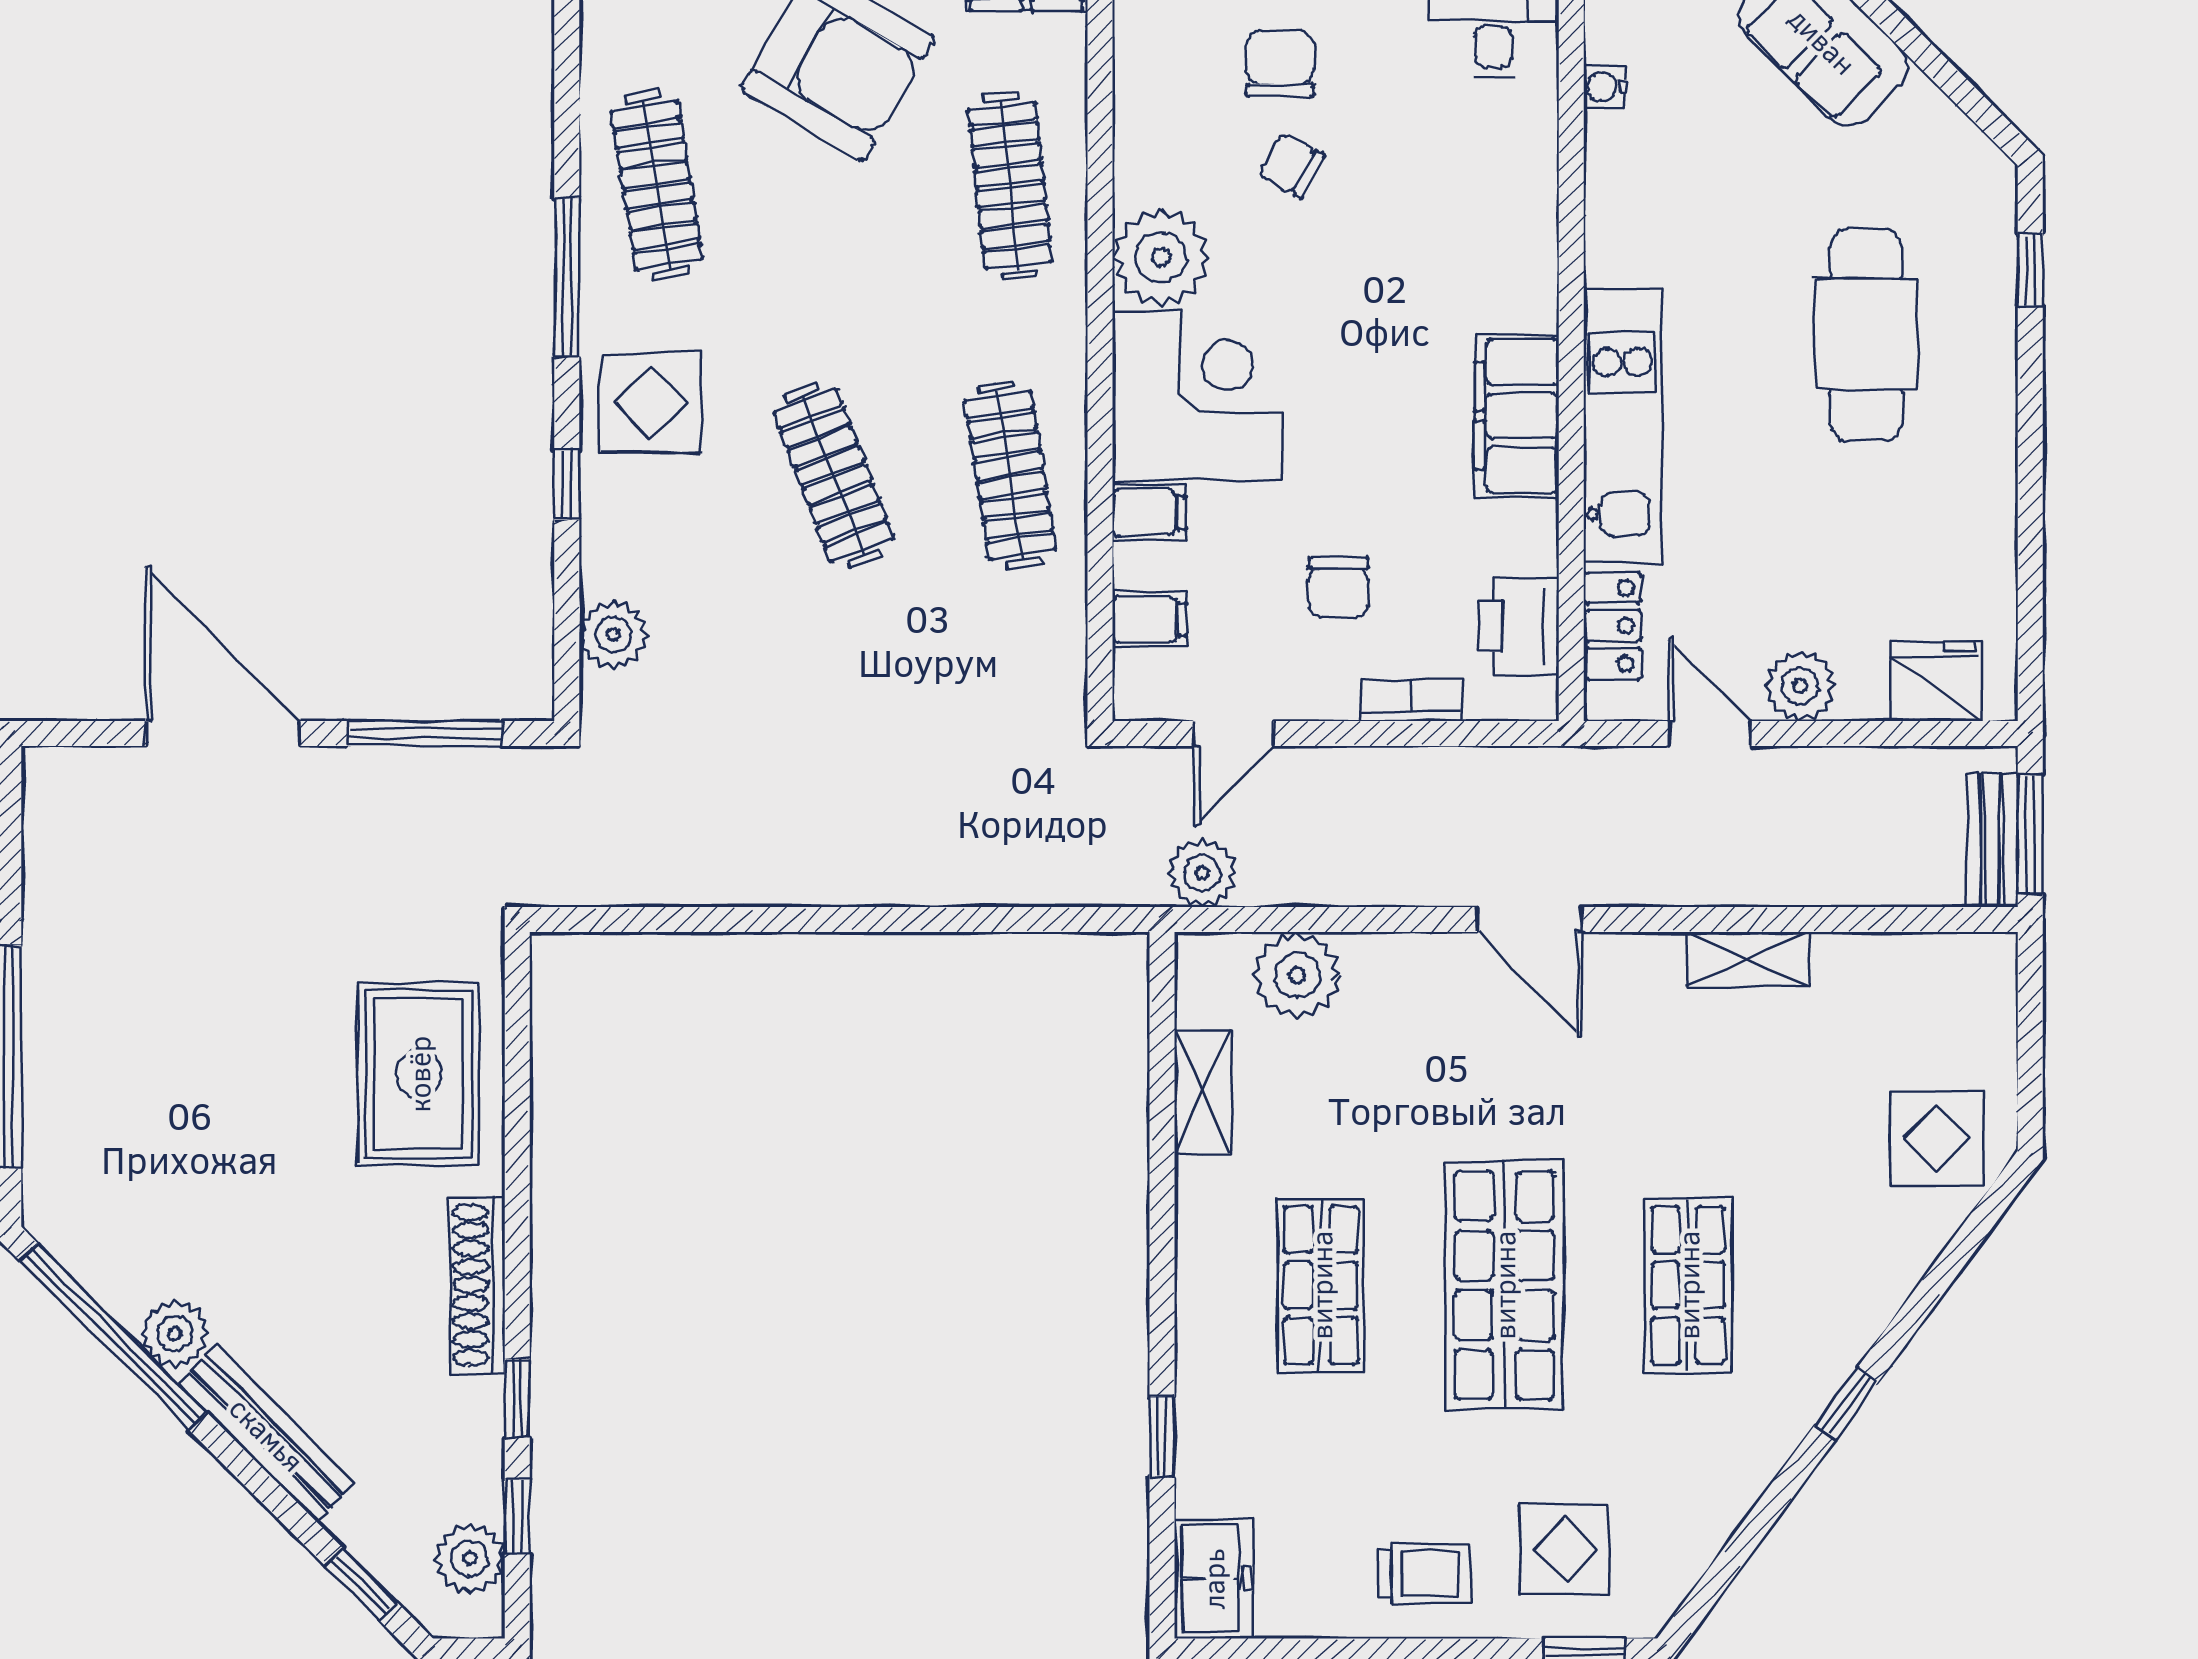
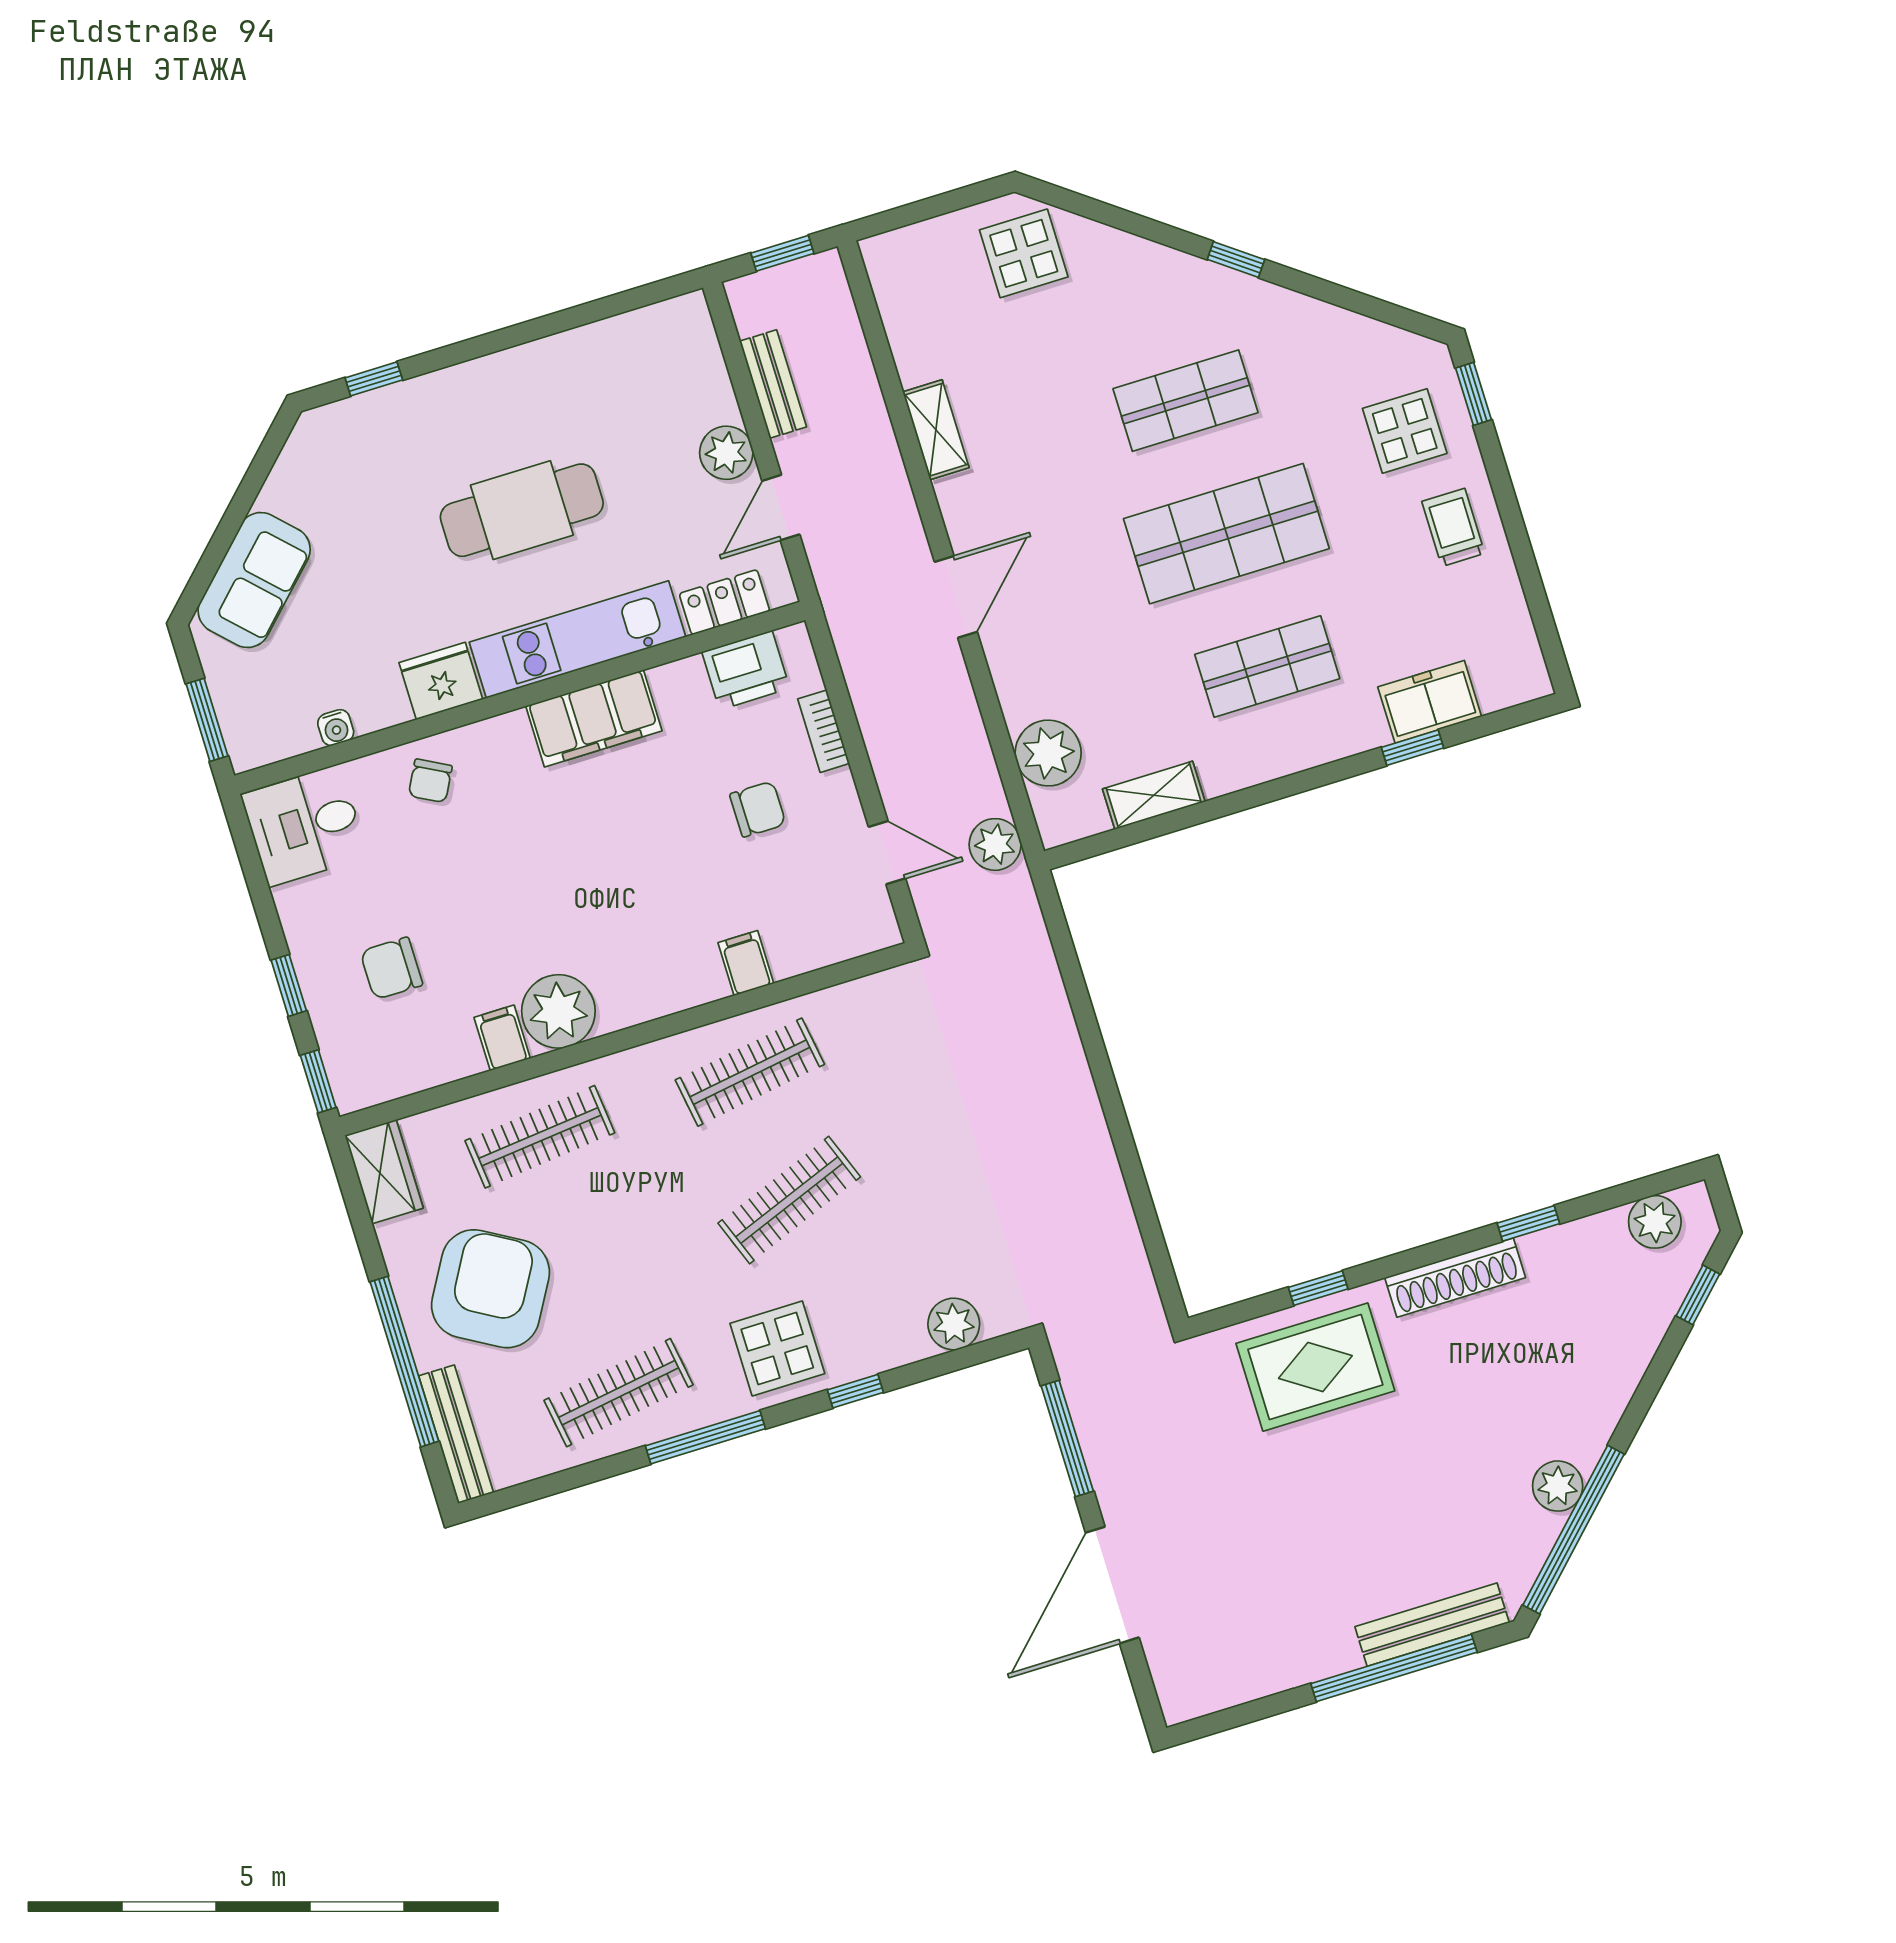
chair: (1291, 165) -> (430, 781), moved
cafe table: (1866, 335) -> (522, 510), moved
corner desk: (1197, 395) -> (650, 954), removed
filing cabinet: (1149, 619) -> (502, 1038), moved
fridge: (1936, 682) -> (441, 681), moved, turned 90
window: (2030, 834) -> (782, 253), width x0.67
bench: (1992, 840) -> (773, 384), moved, turned 90
bench: (267, 1434) -> (1432, 1625), moved, turned 45
window: (517, 1516) -> (1318, 1288), moved
freezer: (1213, 1579) -> (1430, 702), moved

